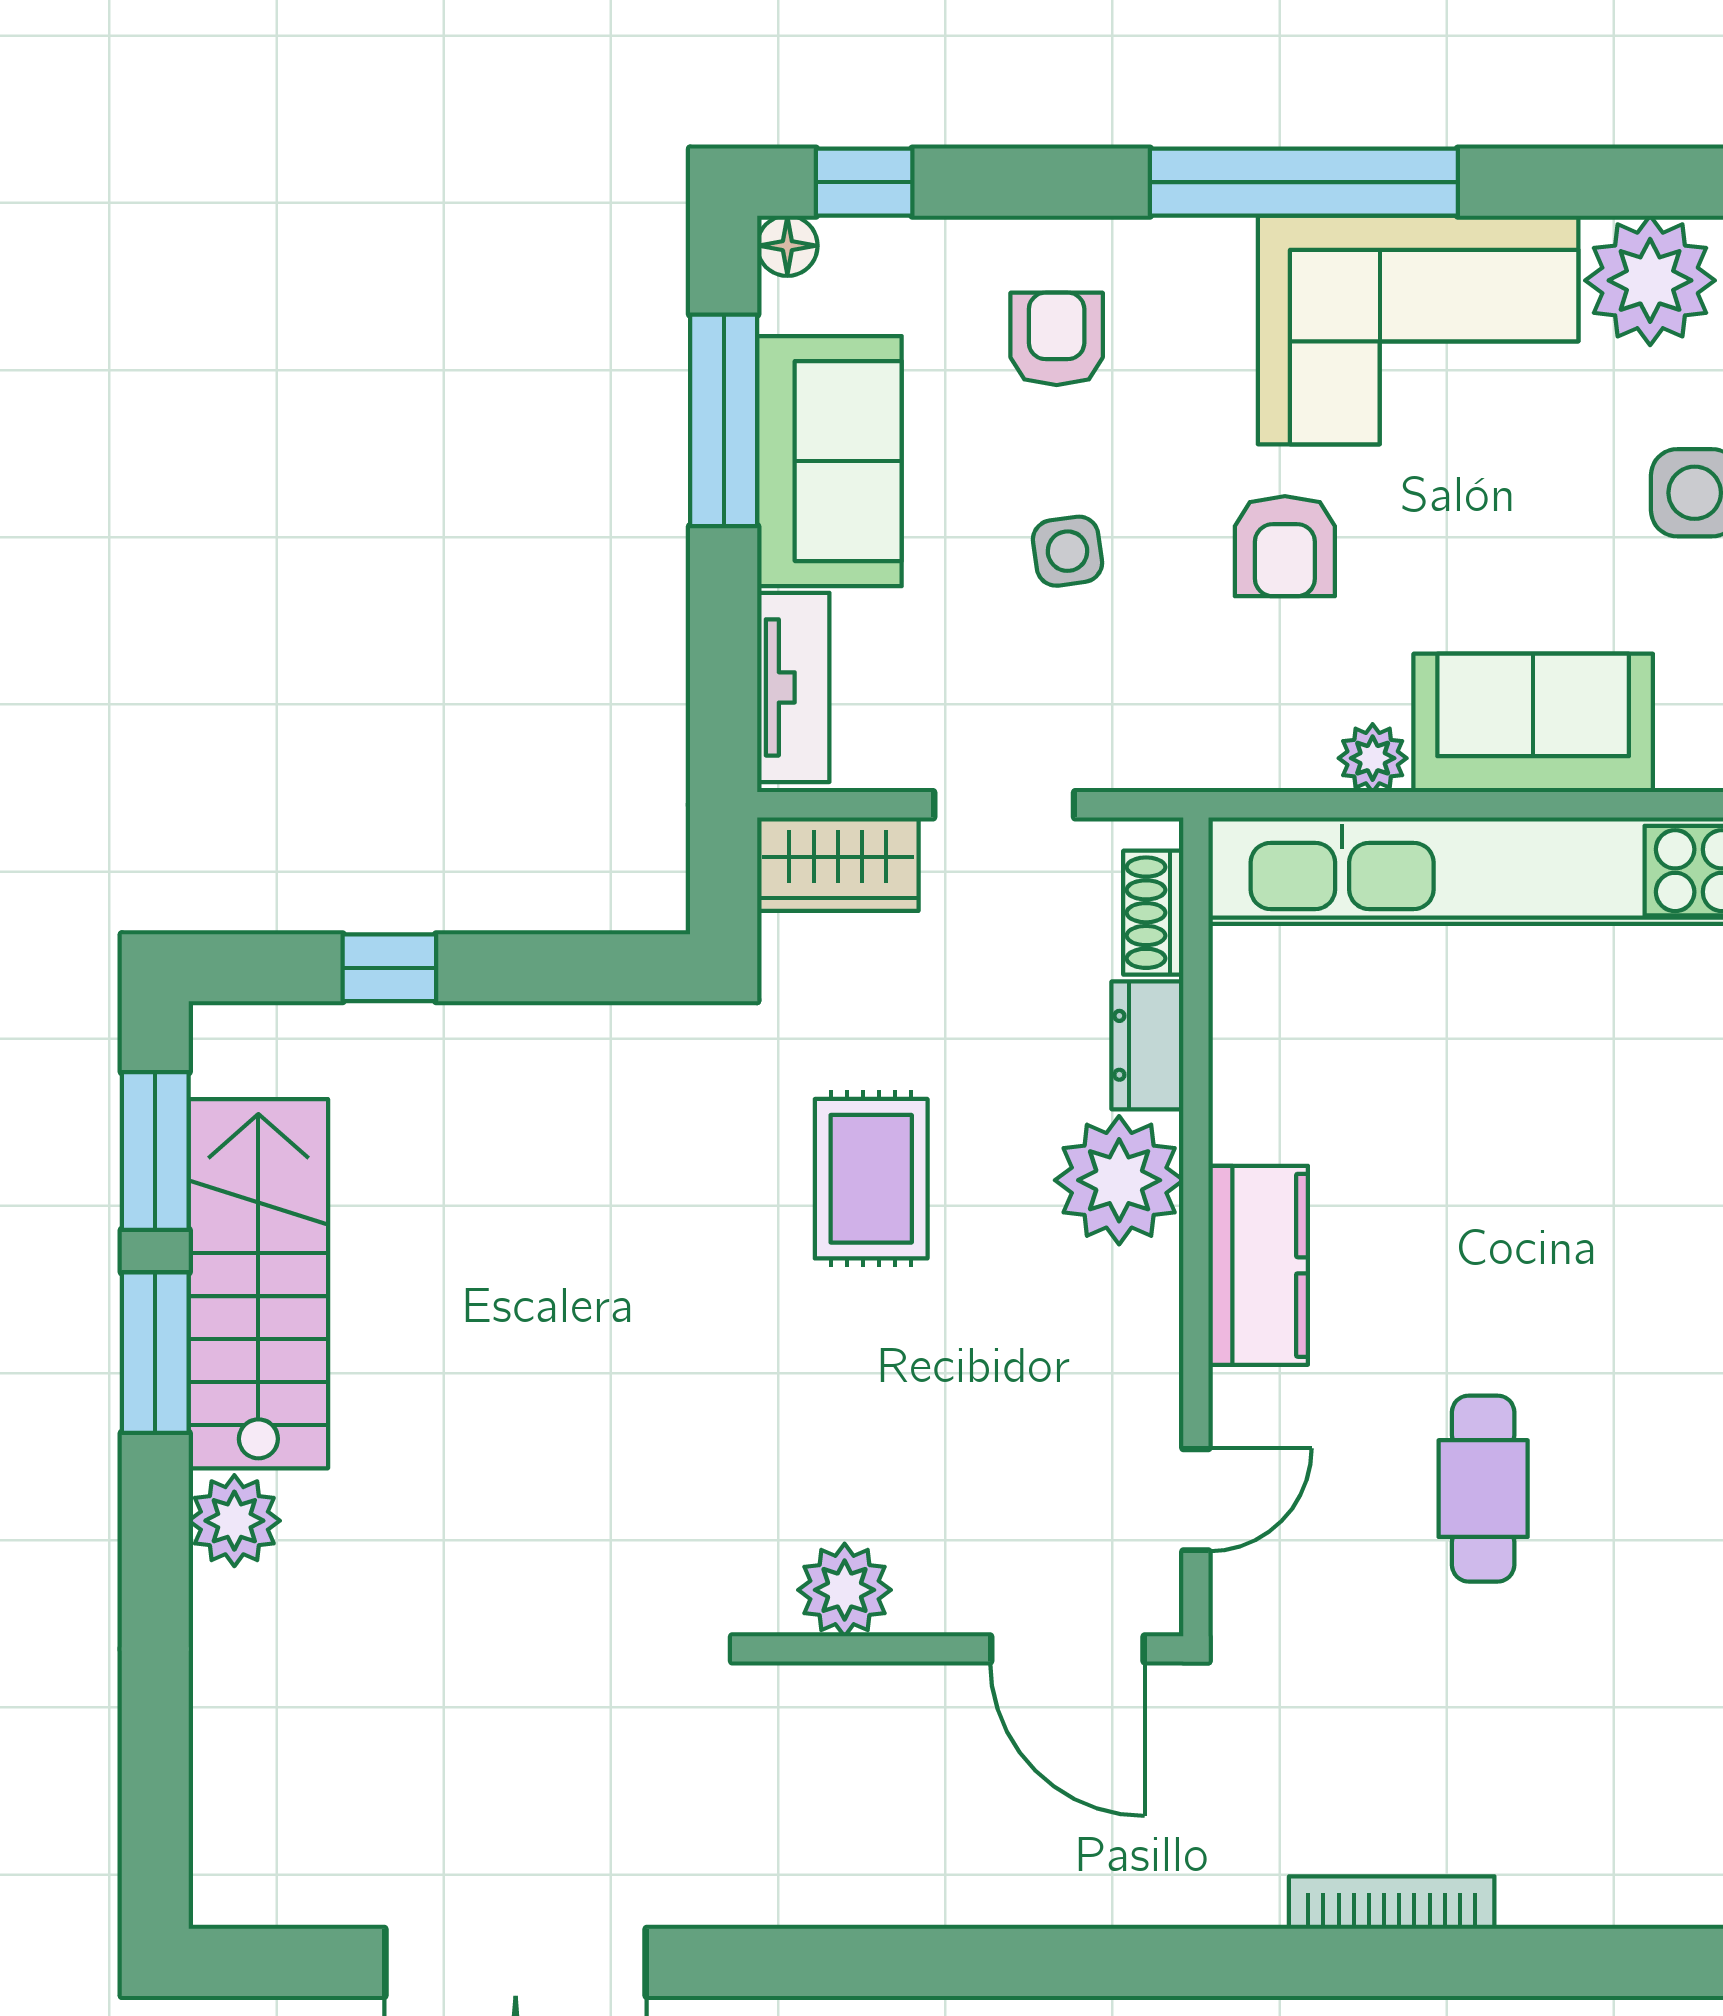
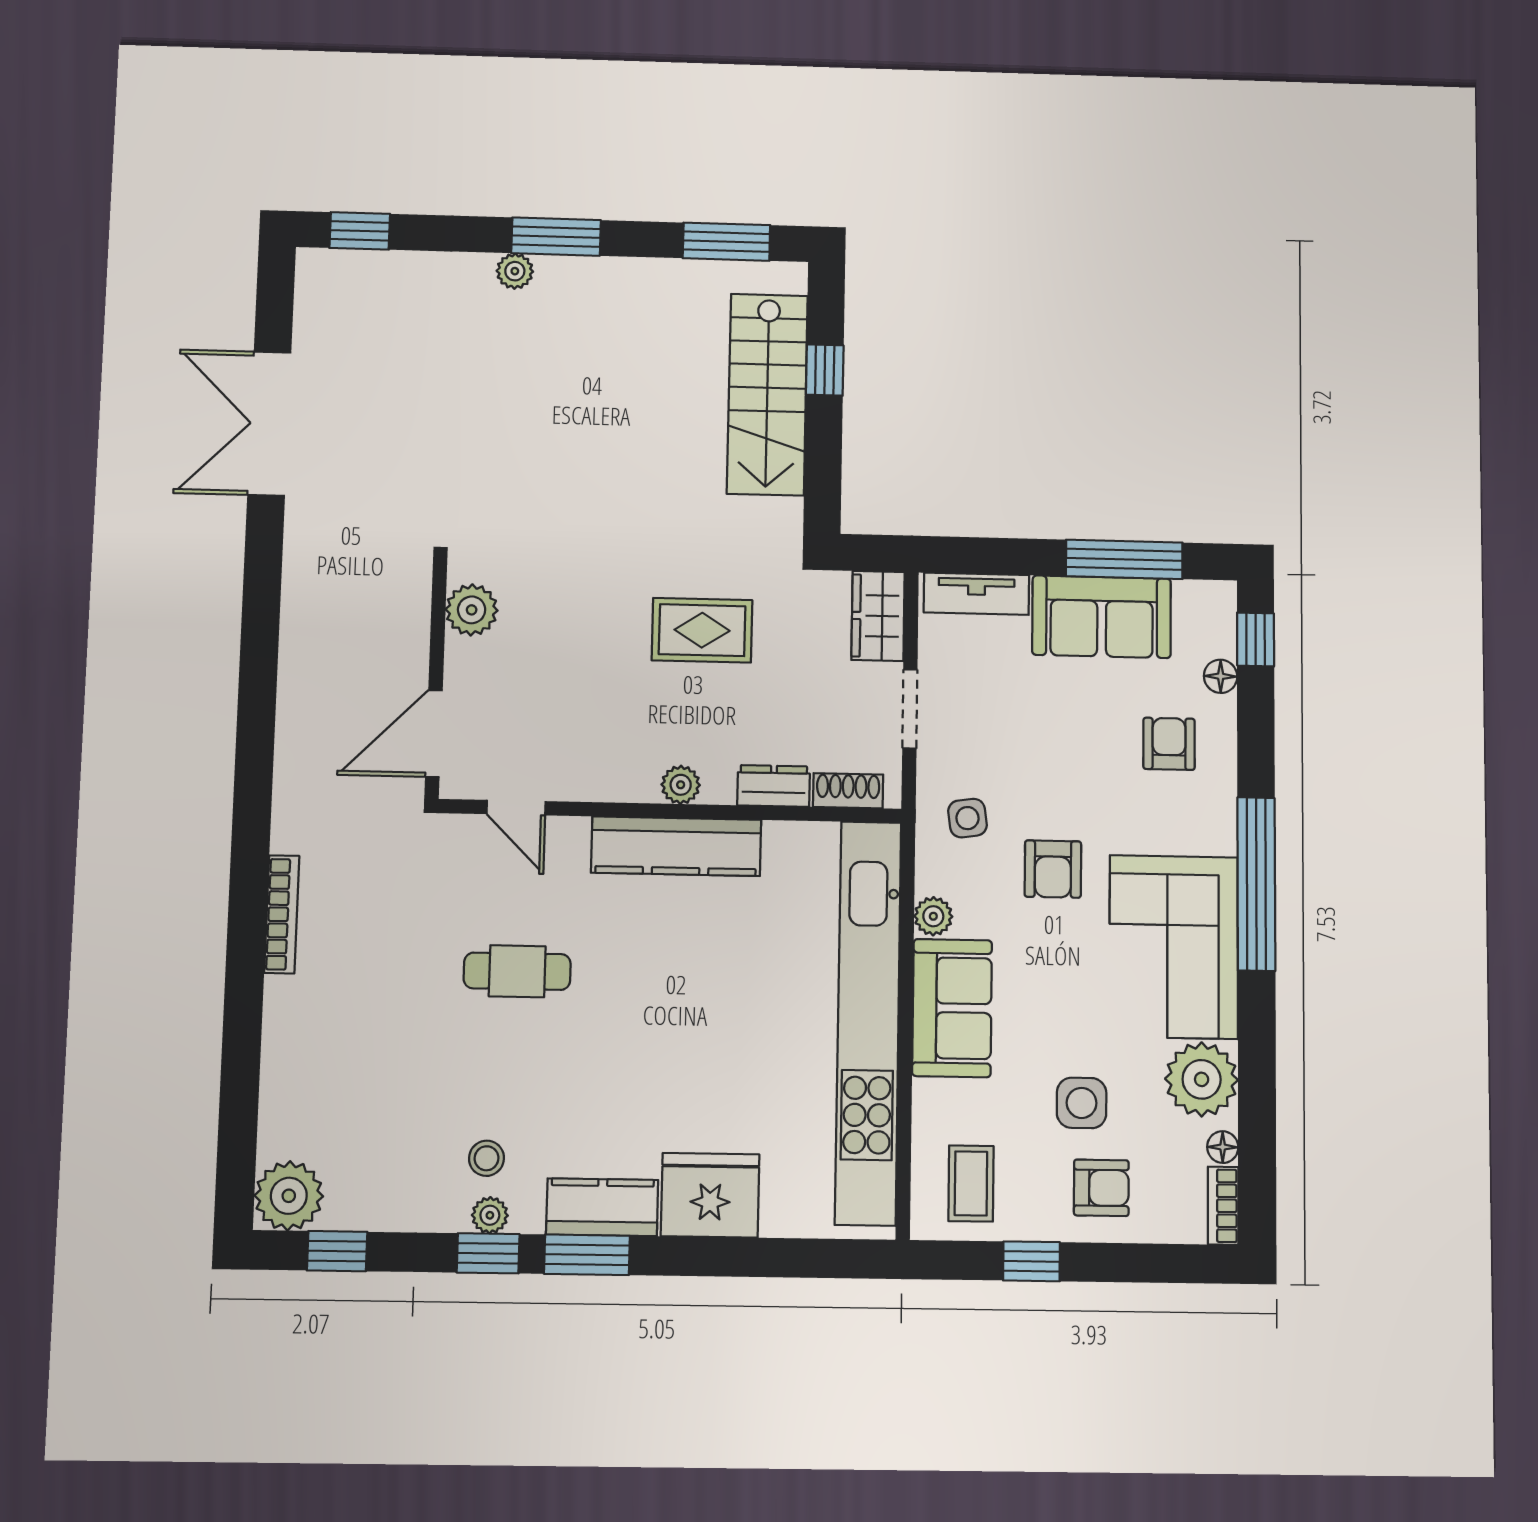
floor lamp: (787, 246) -> (1221, 676), moved
armchair: (1057, 339) -> (1169, 744), turned -90
armchair: (1285, 546) -> (1053, 869), turned -90
side table: (1068, 551) -> (967, 818), moved
plant: (1119, 1180) -> (681, 785), width x0.53, depth x0.53
kitchen counter: (1258, 1265) -> (676, 846), width x1.50
stairs: (258, 1284) -> (767, 394), moved, turned 90
window: (155, 1353) -> (556, 237), moved
plant: (234, 1521) -> (515, 271), width x0.73, depth x0.73
window: (155, 1815) -> (360, 231), added

